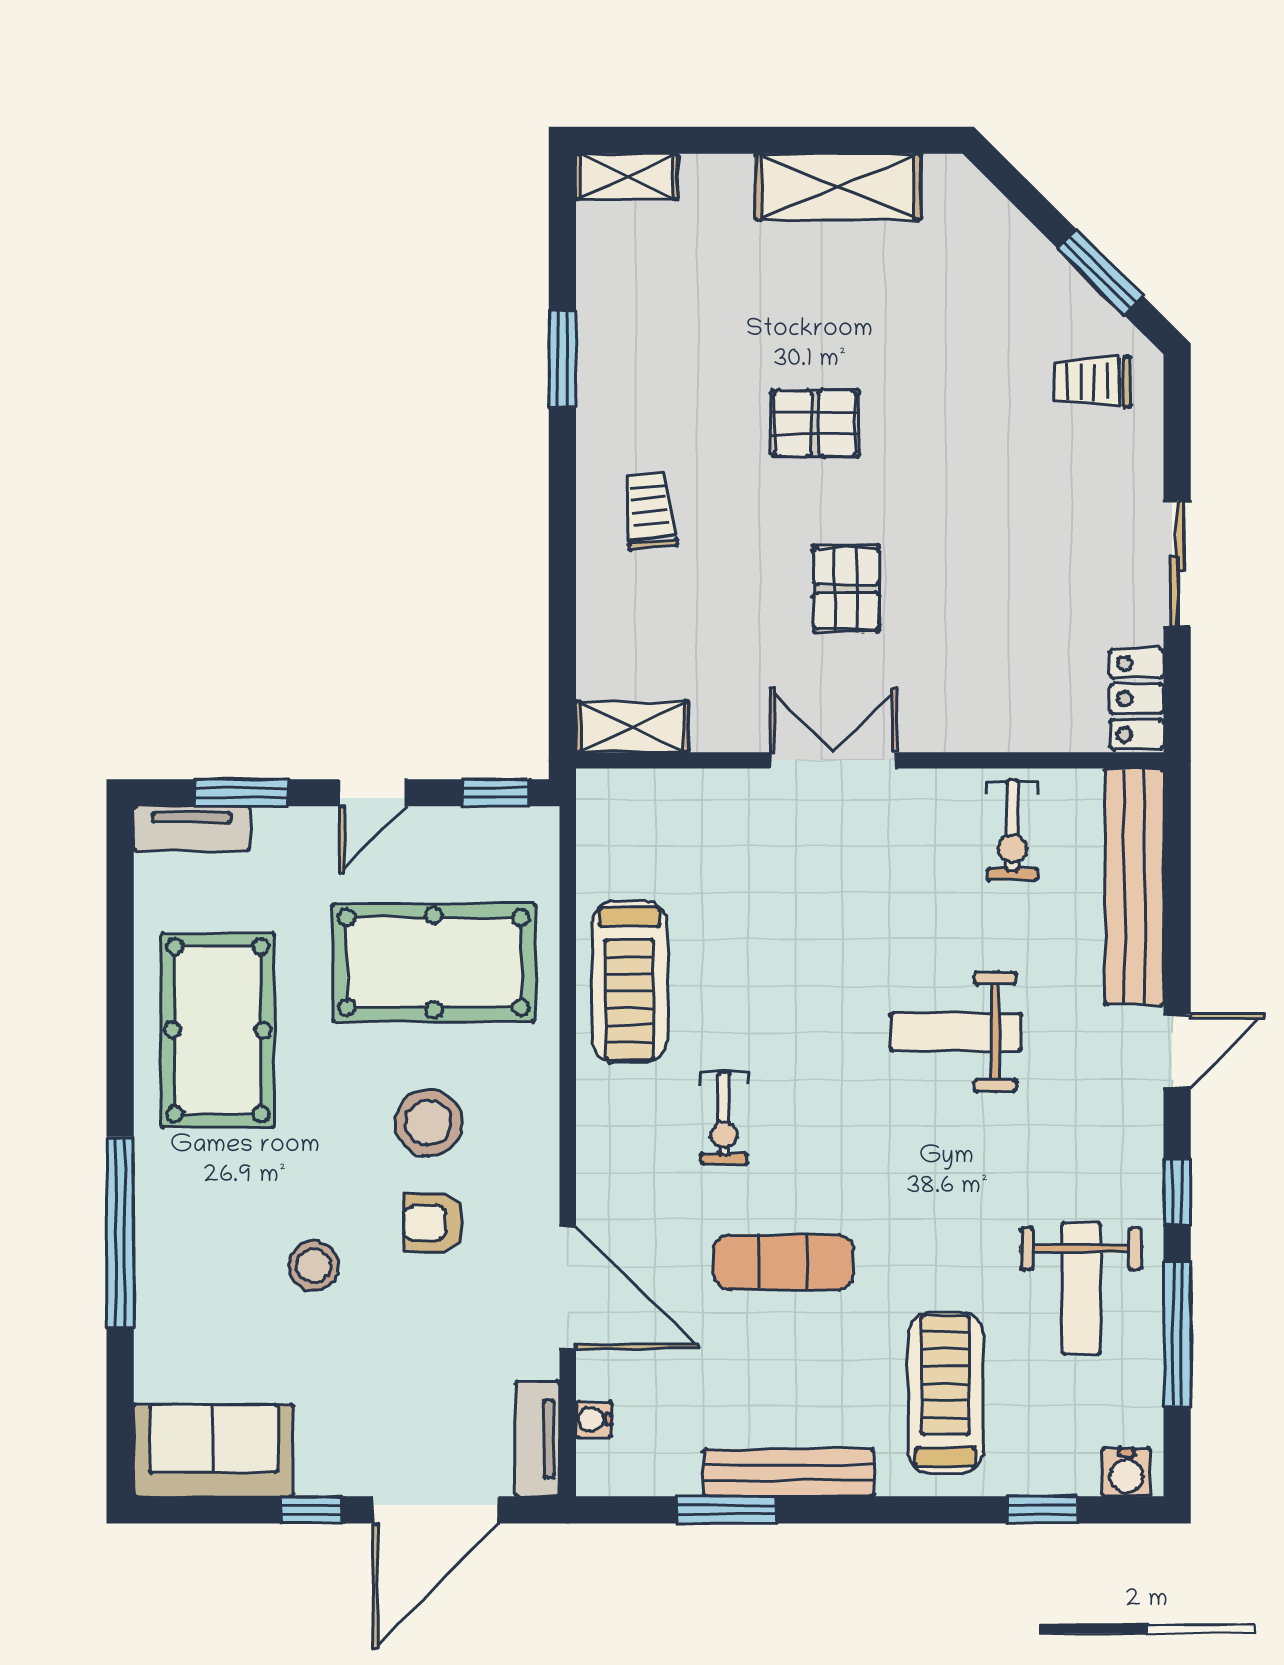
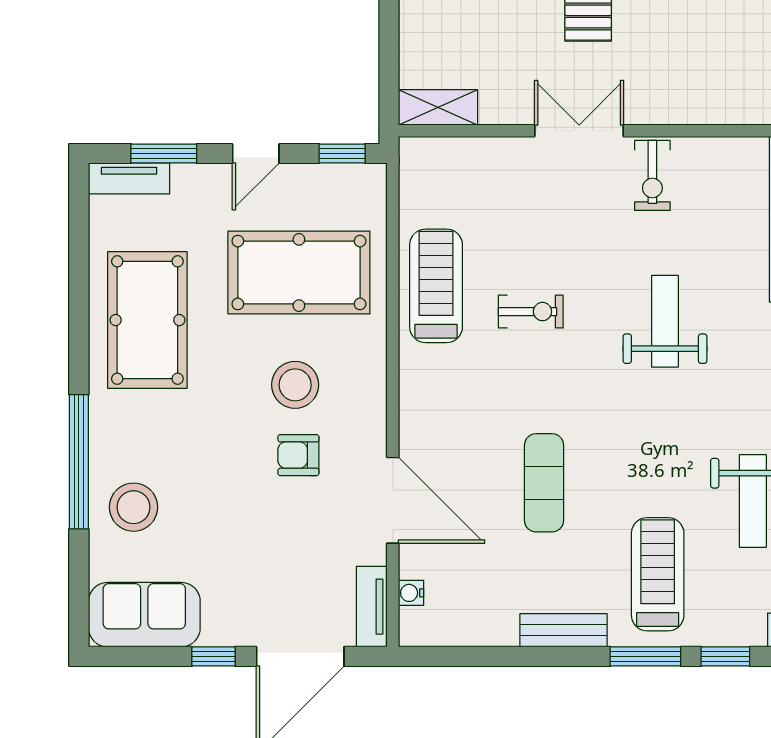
exercise bike: (1012, 831) -> (652, 175), moved
treadmill: (629, 982) -> (436, 286), turned 180
weight bench: (956, 1032) -> (665, 321), turned 90
exercise bike: (724, 1118) -> (531, 312), moved, turned -90
exercise mat: (783, 1262) -> (544, 483), turned 90
stool: (314, 1266) -> (134, 507), moved, width x1.38, depth x1.38
bench: (789, 1473) -> (564, 630), width x0.73
window: (727, 1510) -> (645, 656), moved

